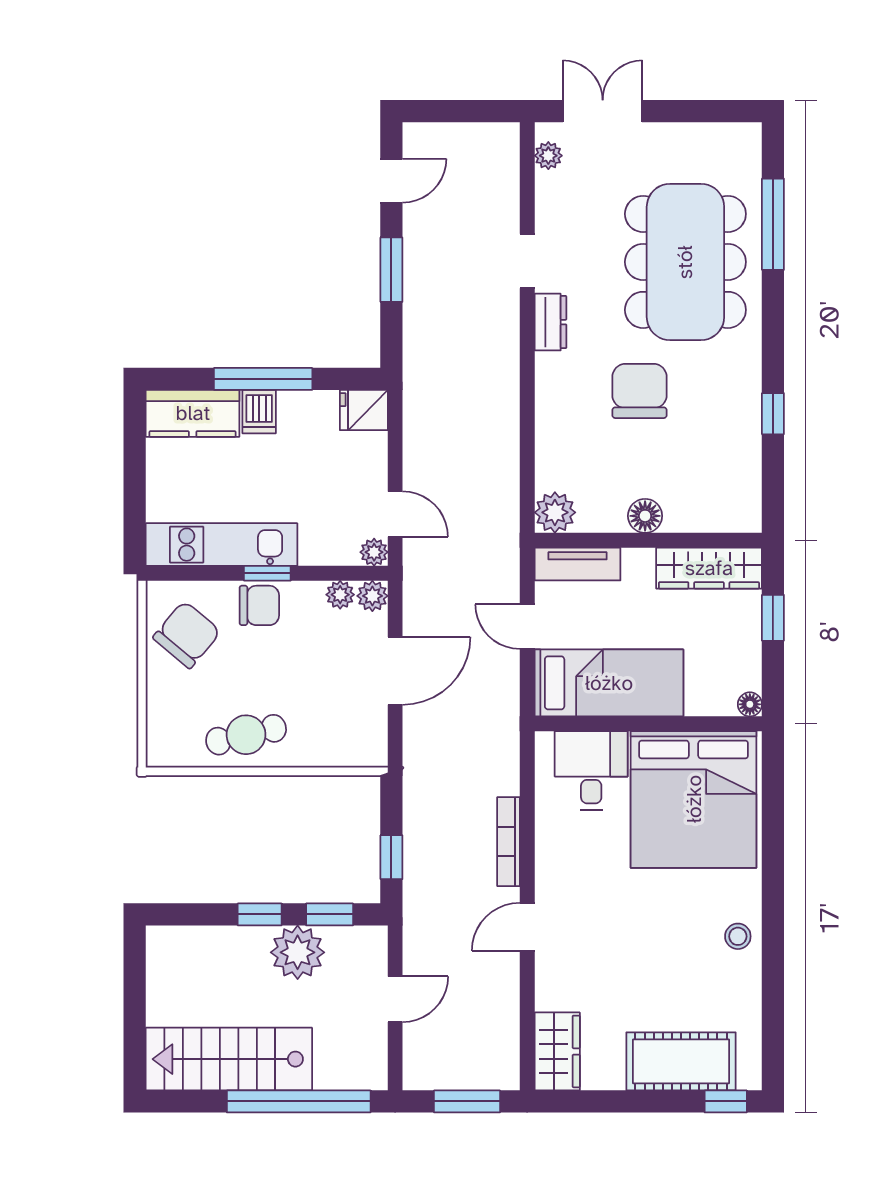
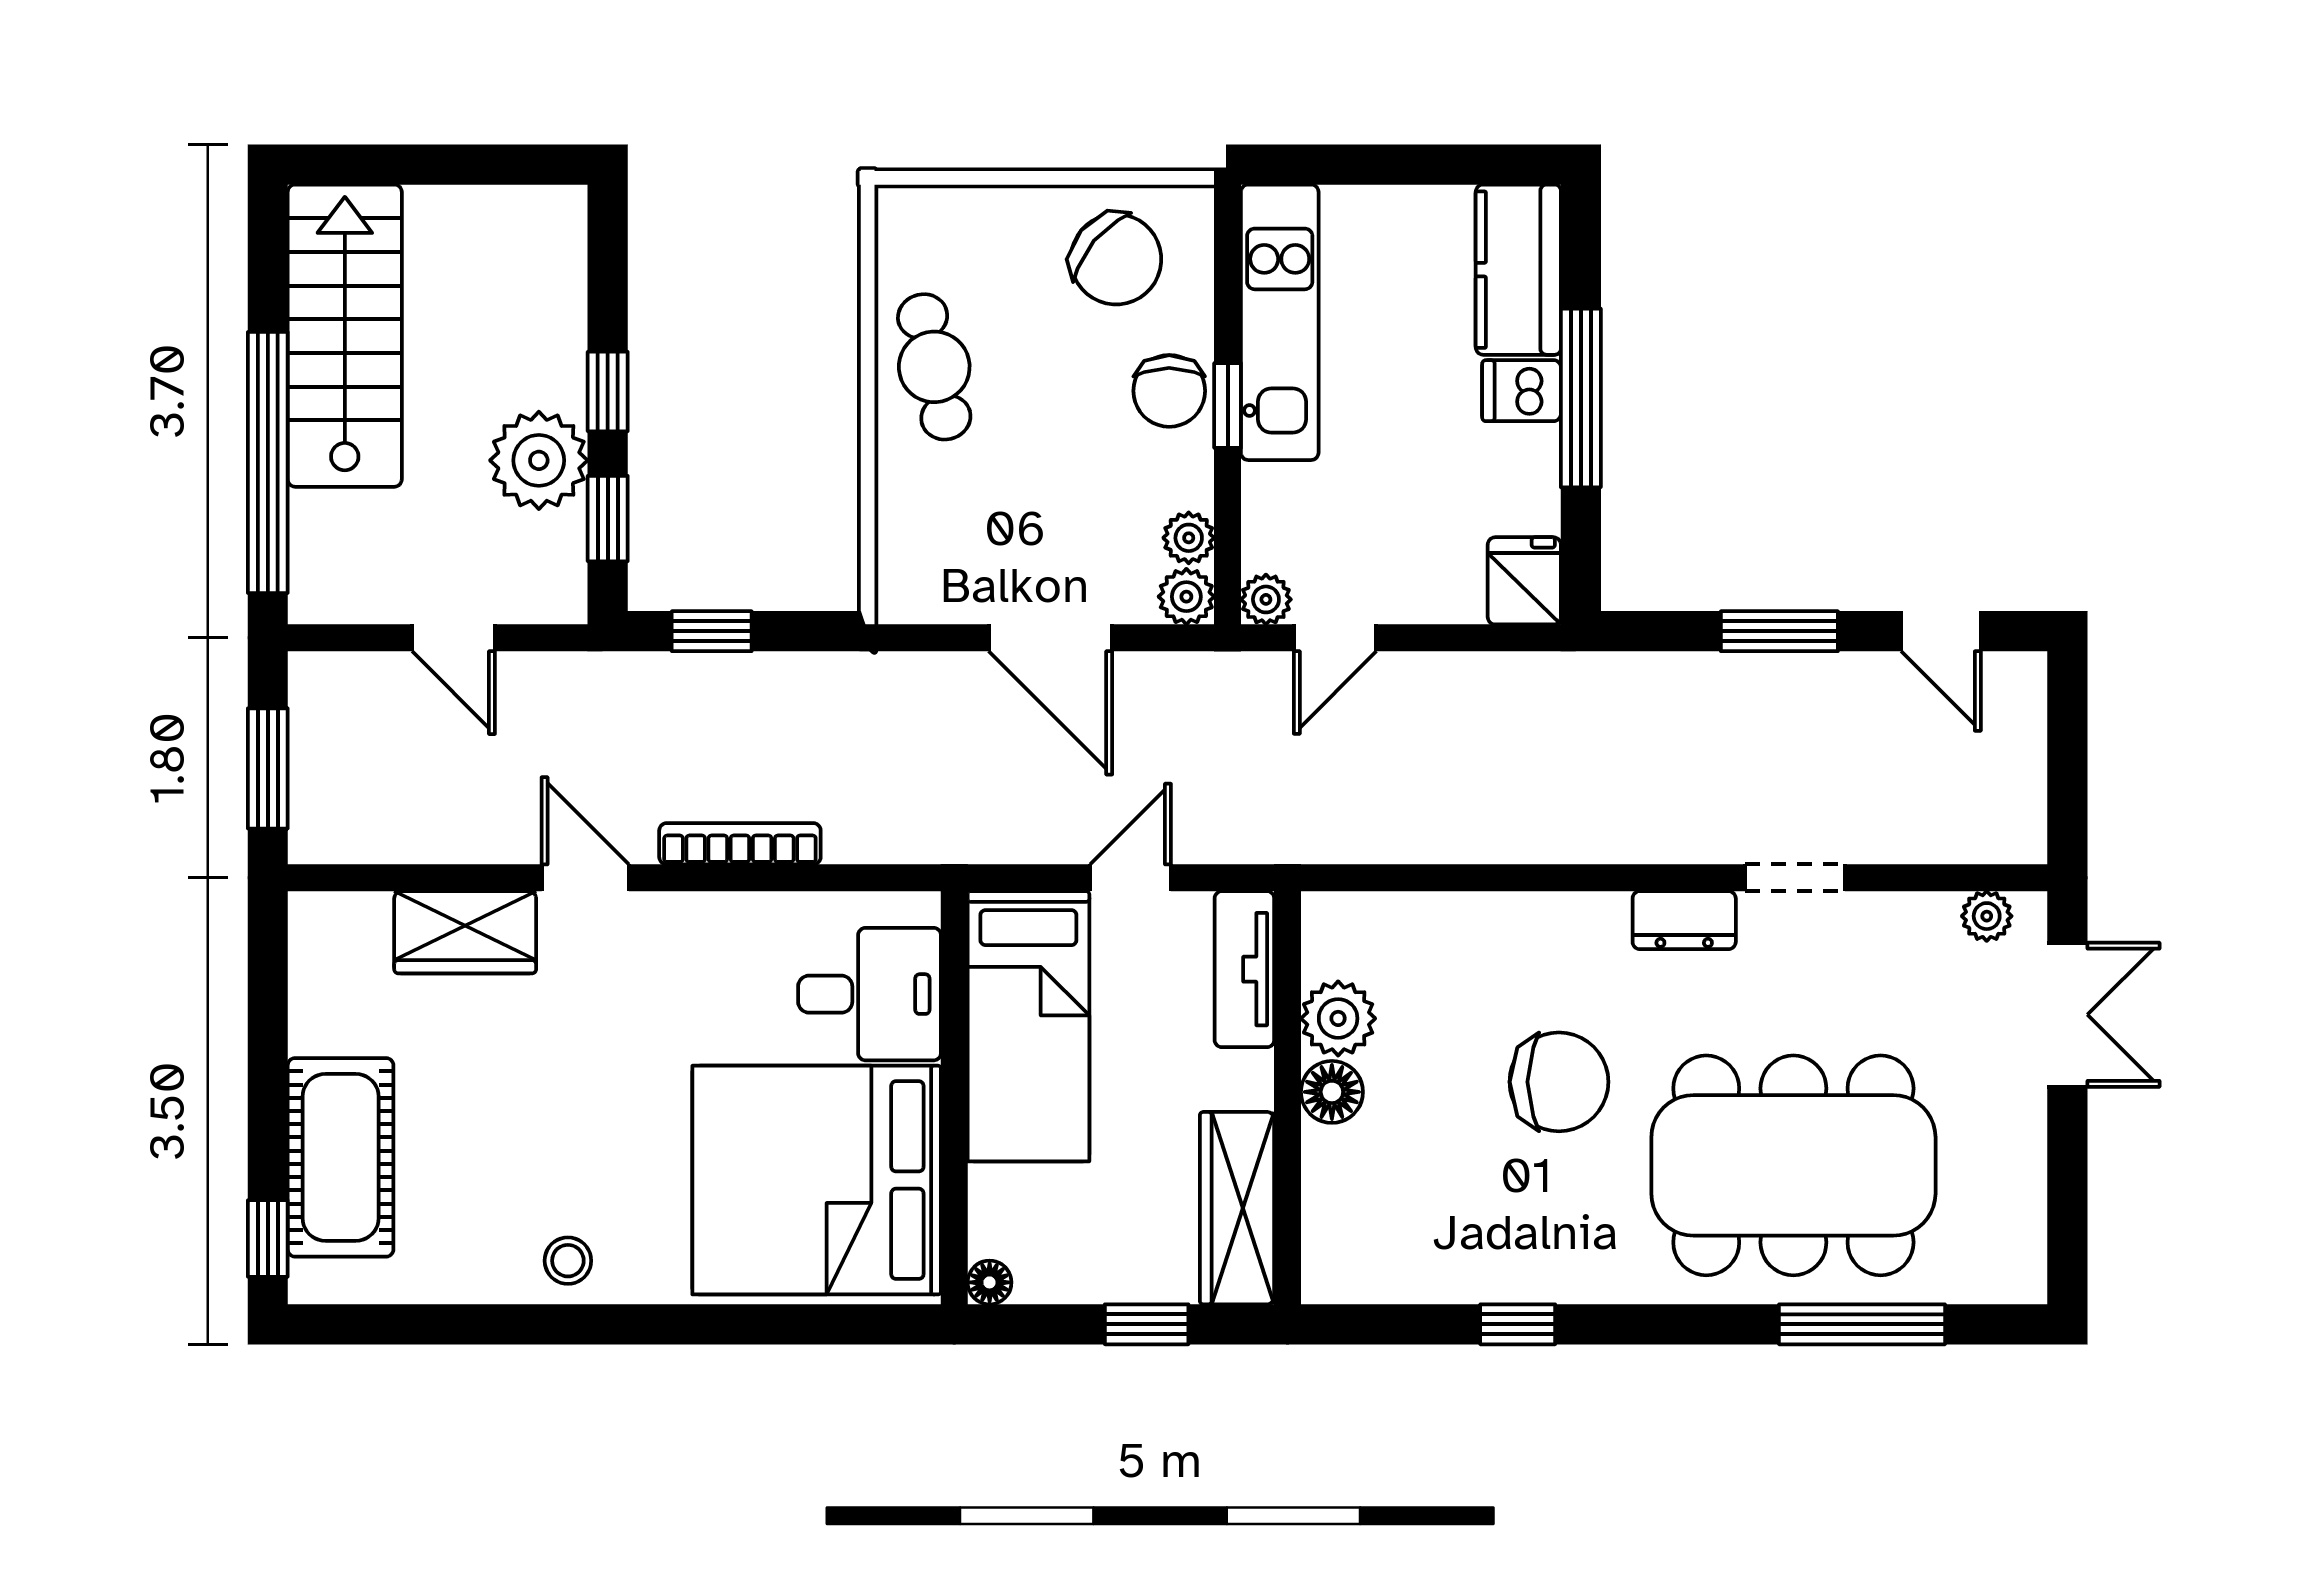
plant: (555, 512) -> (1338, 1018), moved
wardrobe: (557, 1051) -> (465, 932), moved

